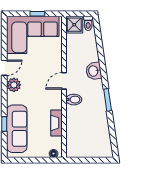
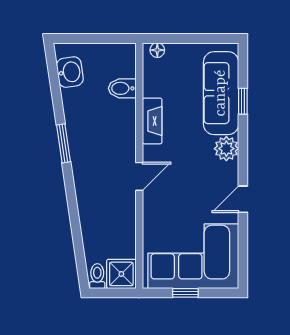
washbasin: (94, 71) -> (70, 72), moved
plant: (14, 85) -> (226, 149), moved
bidet: (74, 100) -> (122, 88), moved
fireplace: (56, 123) -> (152, 121), moved

